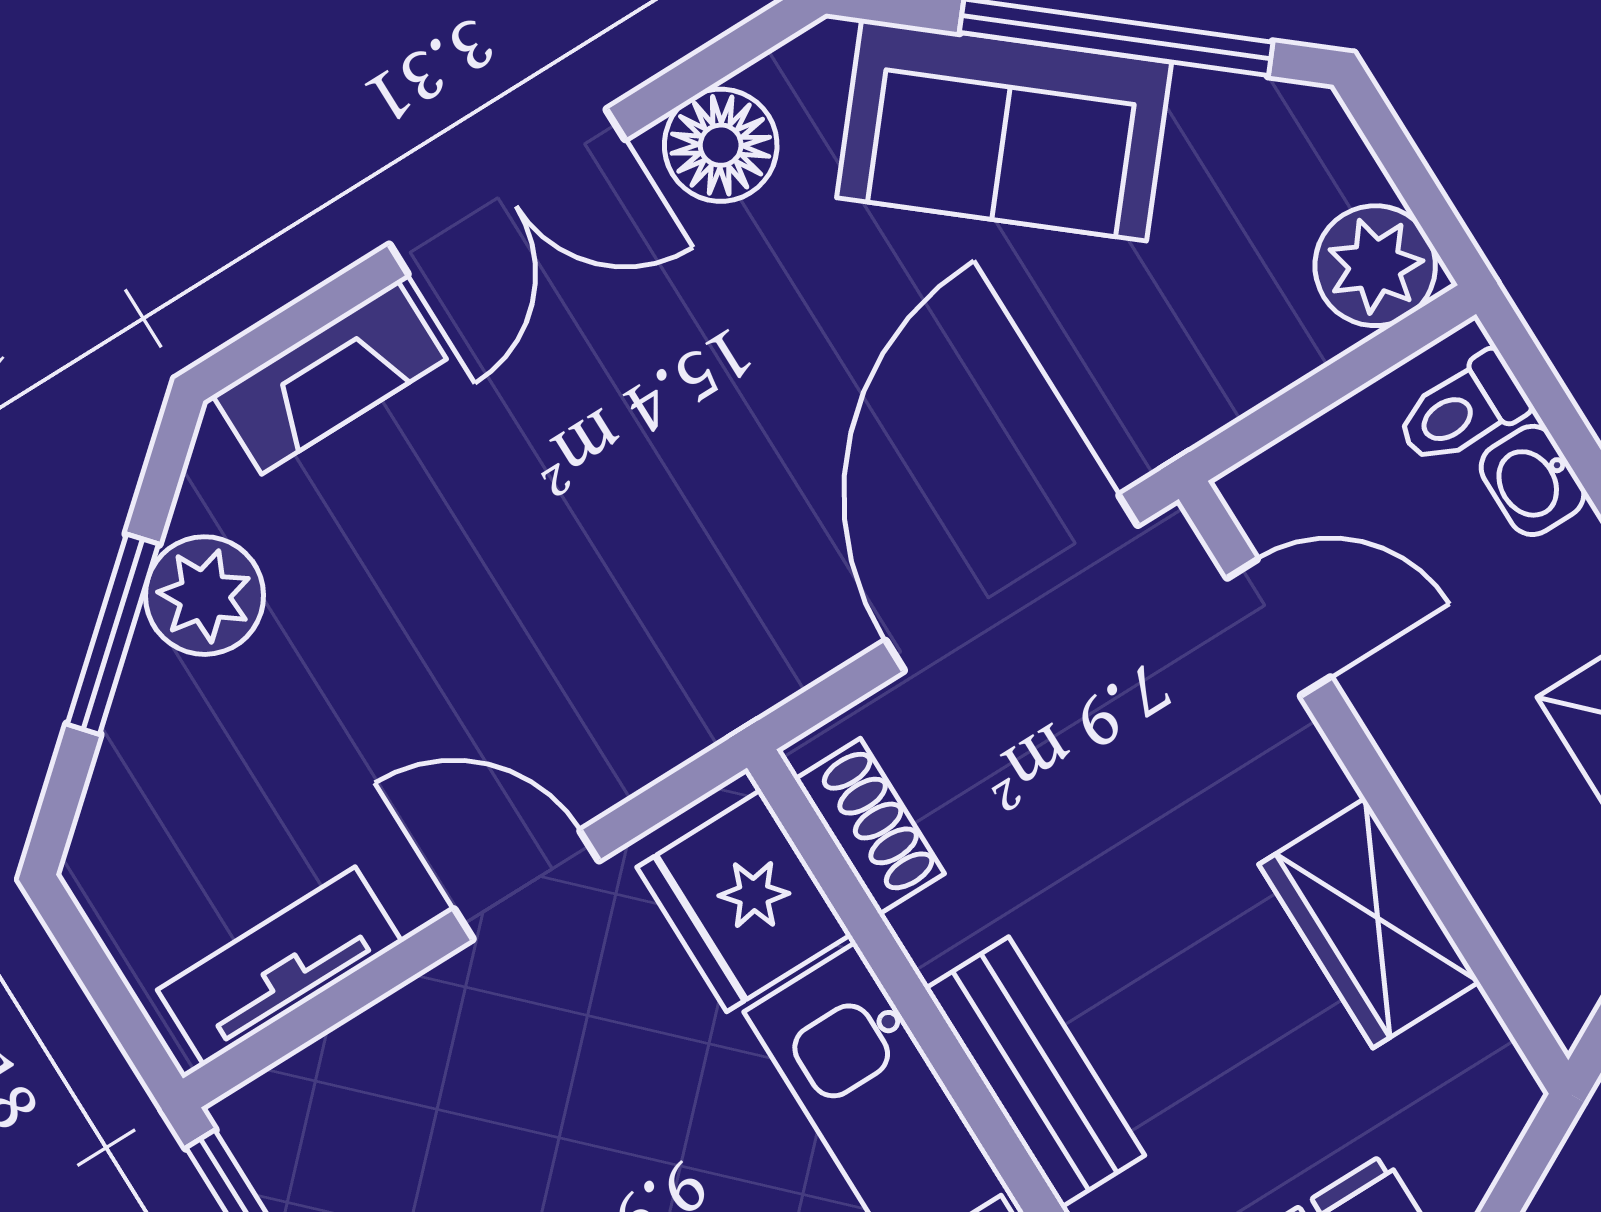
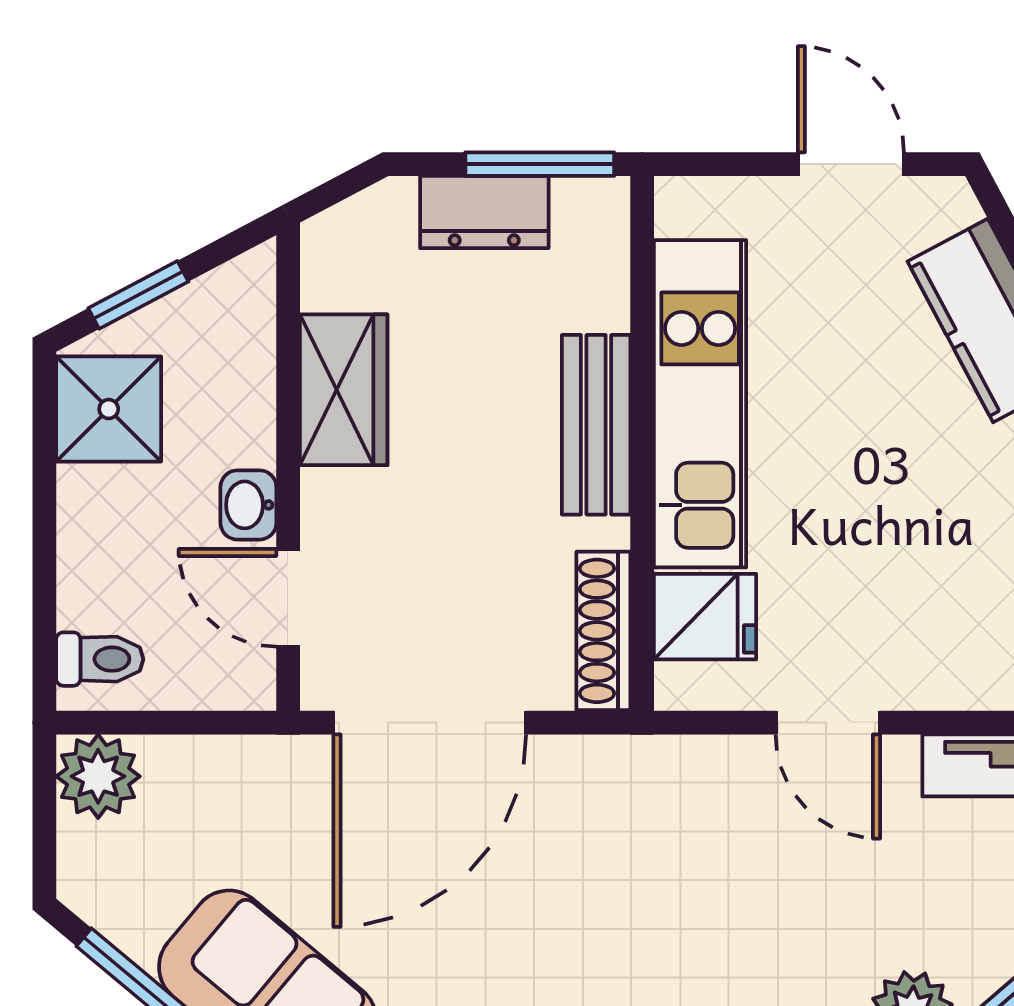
washbasin: (1532, 480) -> (248, 505), moved, turned 180
shoe rack: (870, 826) -> (603, 631), width x1.43
fridge: (744, 901) -> (705, 617), width x0.72

